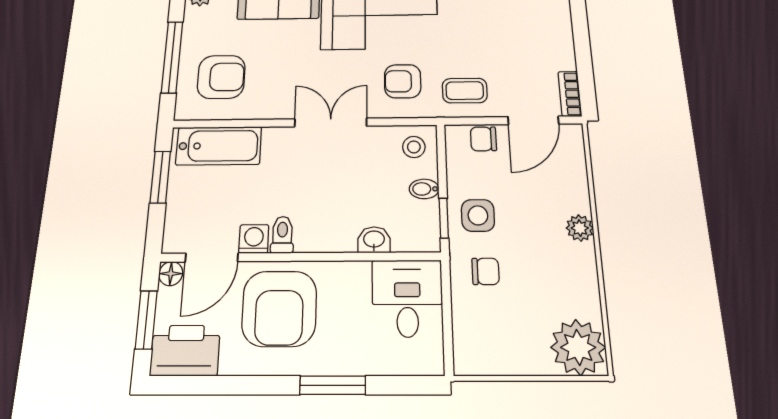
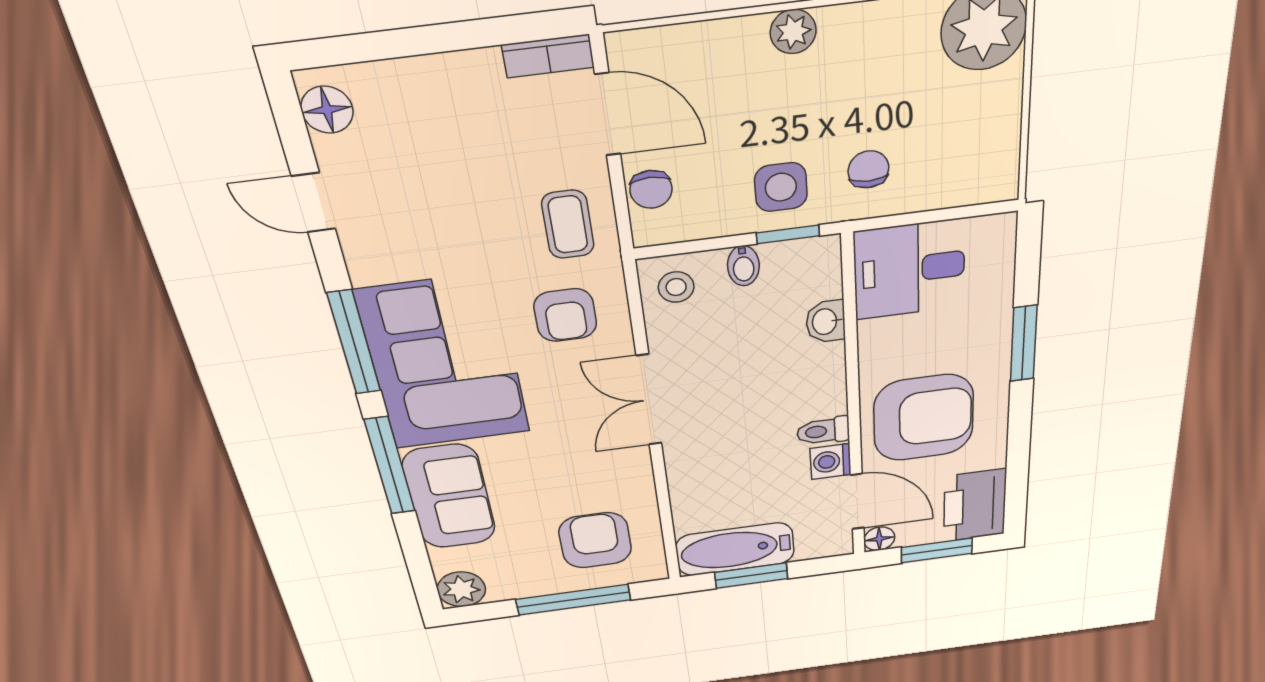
bathtub: (219, 146) -> (735, 549), moved, turned -90

